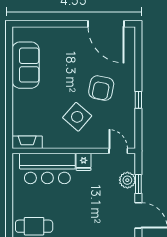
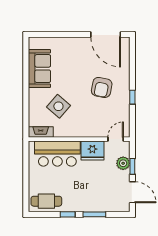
side table: (77, 117) -> (58, 106), moved
door: (118, 151) -> (116, 139), hinge flipped
fridge: (84, 162) -> (92, 151), width x1.88, depth x1.34

